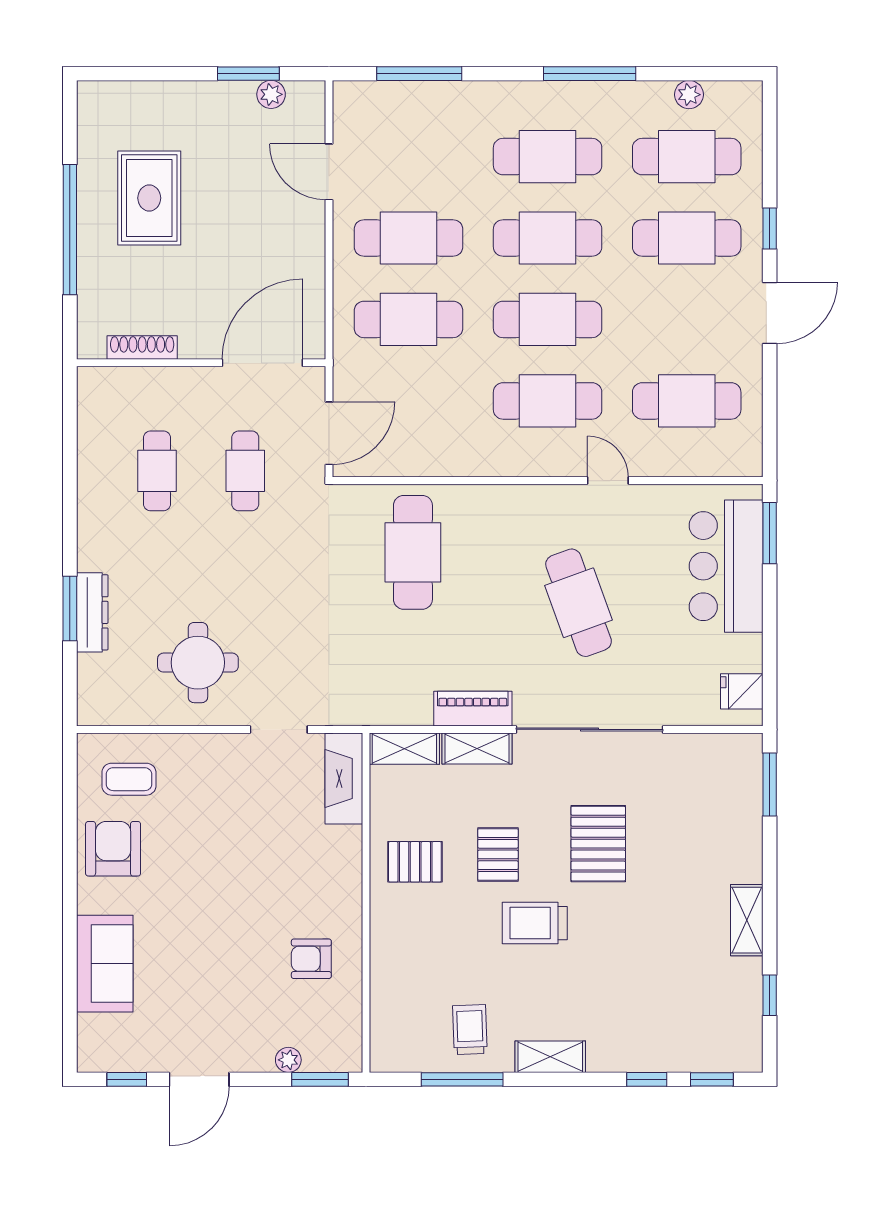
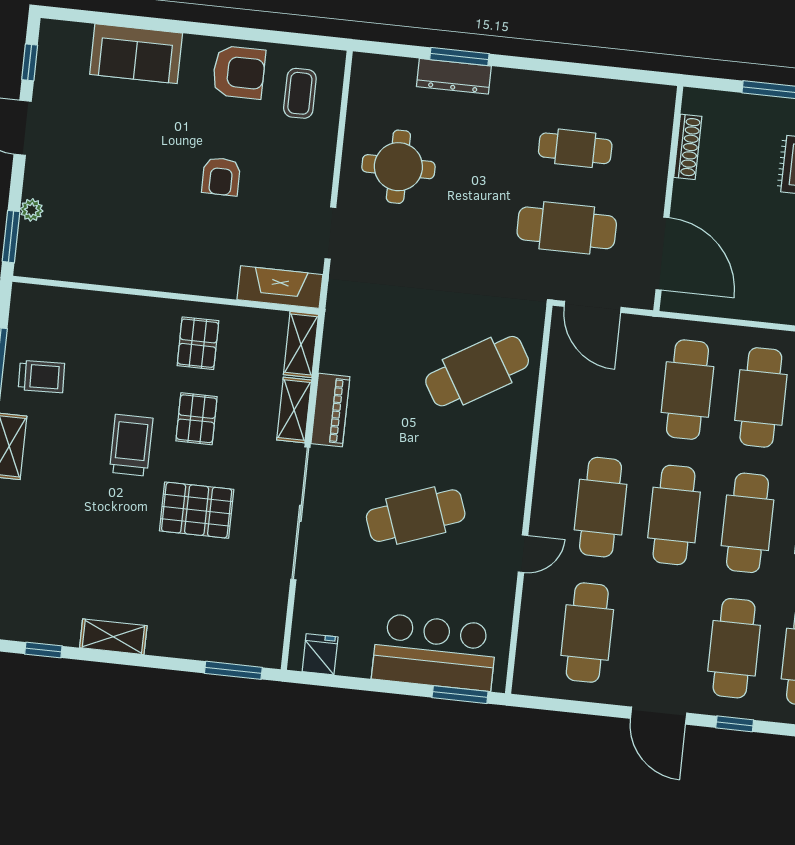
cafe table: (245, 471) -> (567, 228), width x1.37, depth x1.35
cafe table: (413, 552) -> (477, 371), turned -31
pallet: (498, 854) -> (197, 419), turned 90
armchair: (311, 959) -> (221, 177), moved, turned 180

